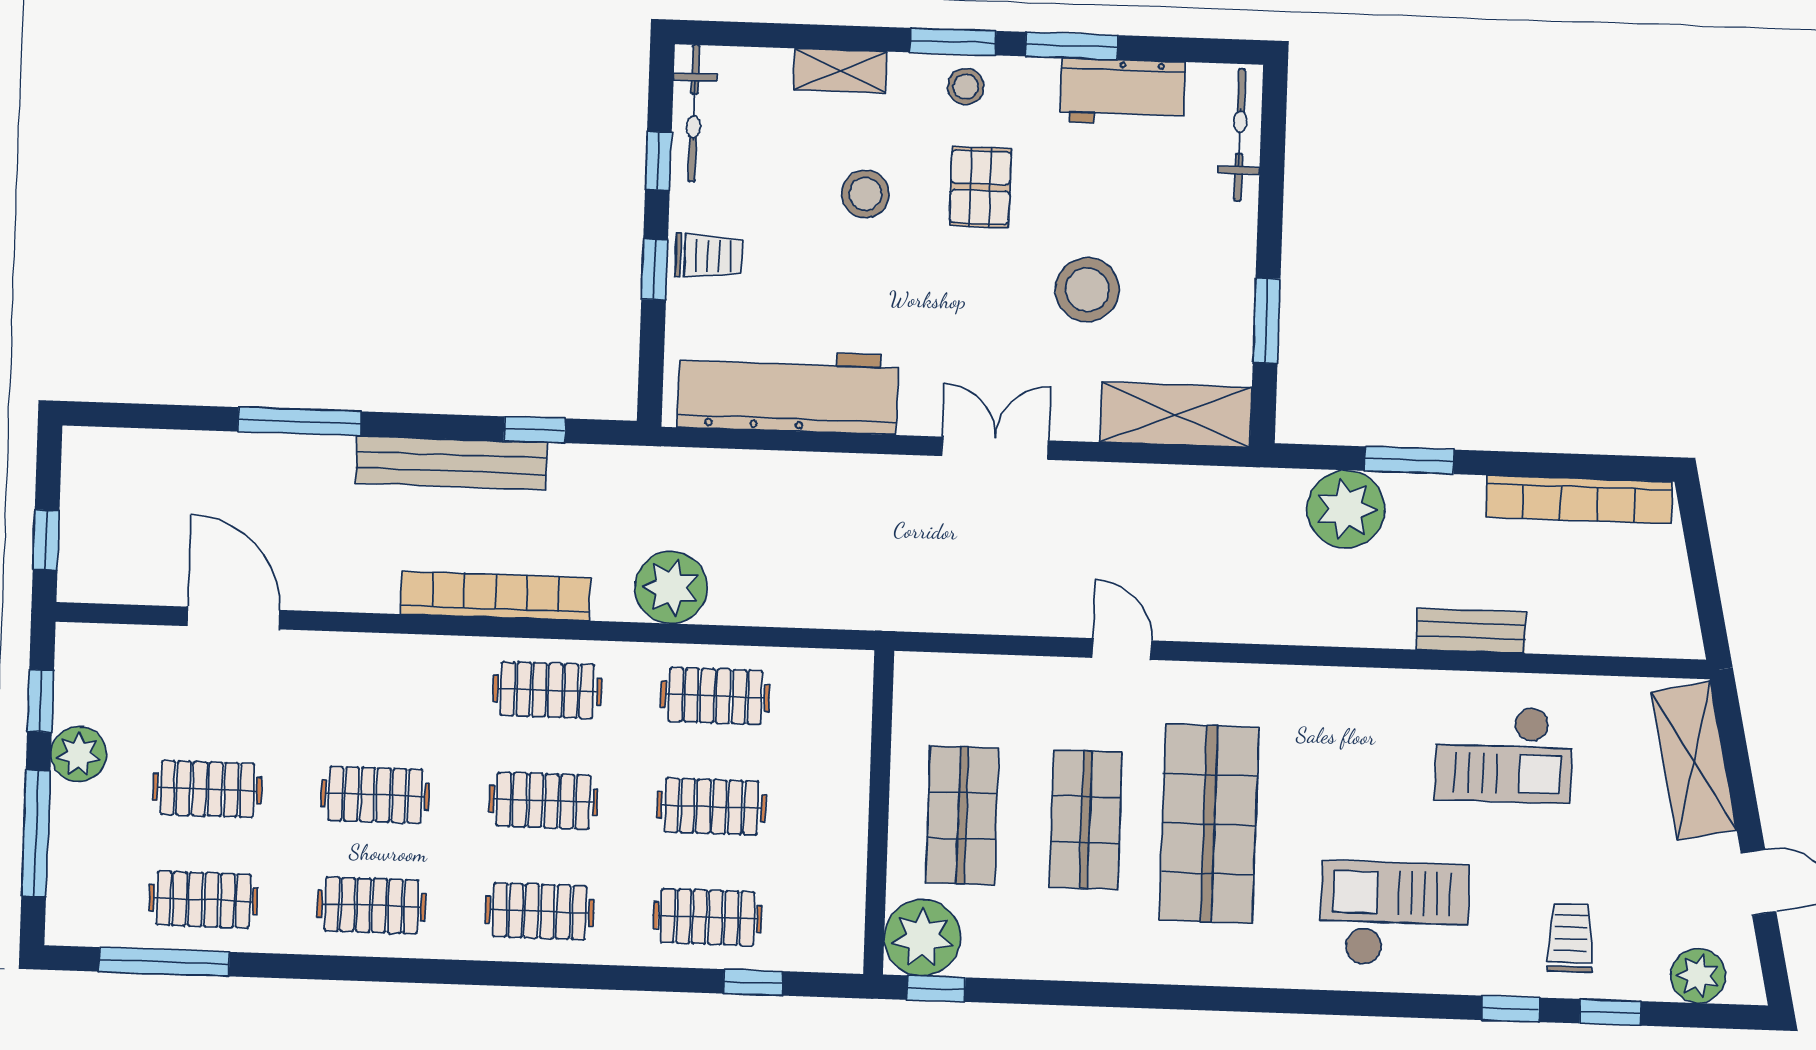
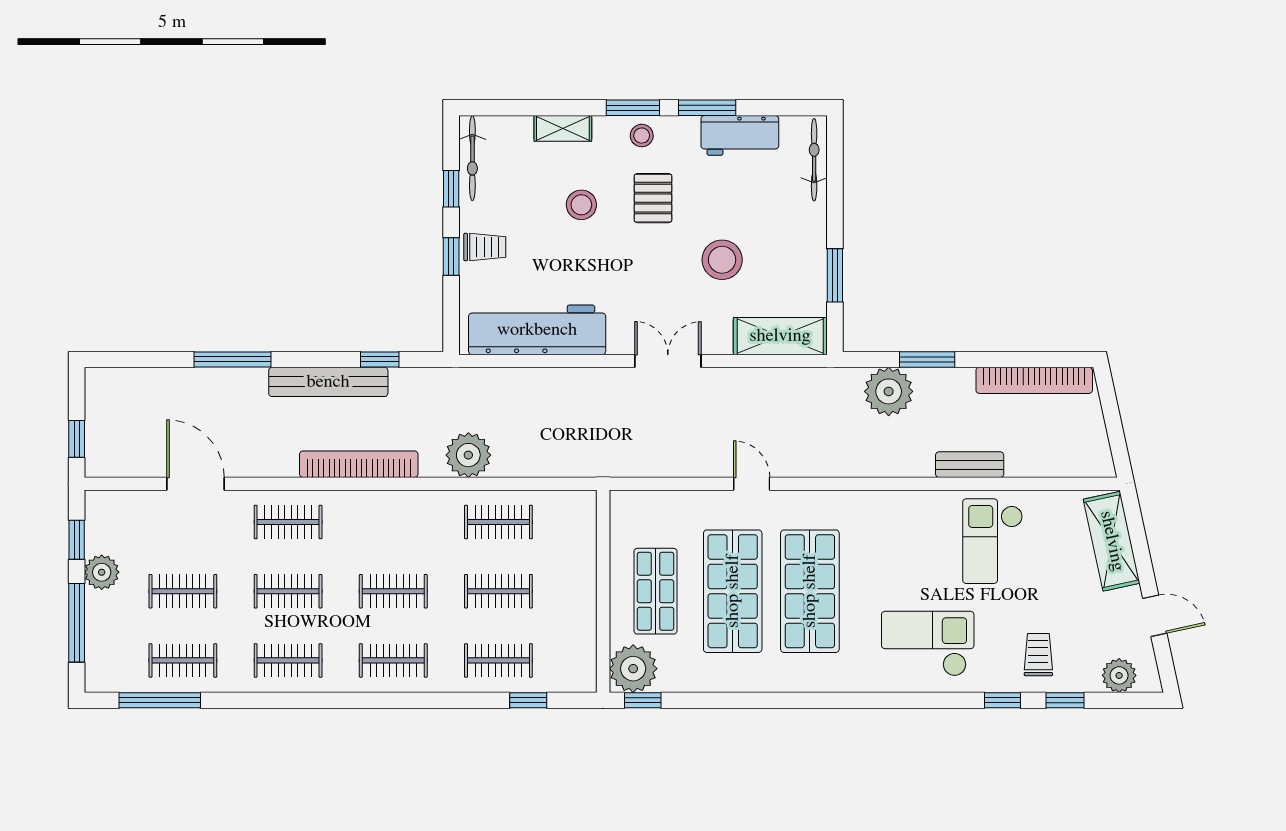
clothes rail: (547, 690) -> (288, 522), moved
checkout: (1504, 754) -> (993, 541), turned 90
shop shelf: (1086, 820) -> (733, 591), width x1.43, depth x1.36

